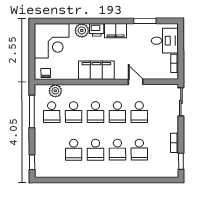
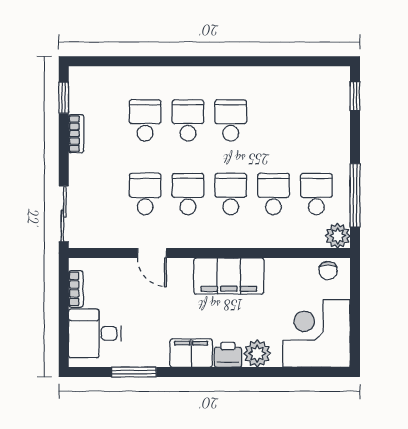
plant: (55, 91) -> (338, 236), moved
school desk: (74, 150) -> (274, 120), removed

